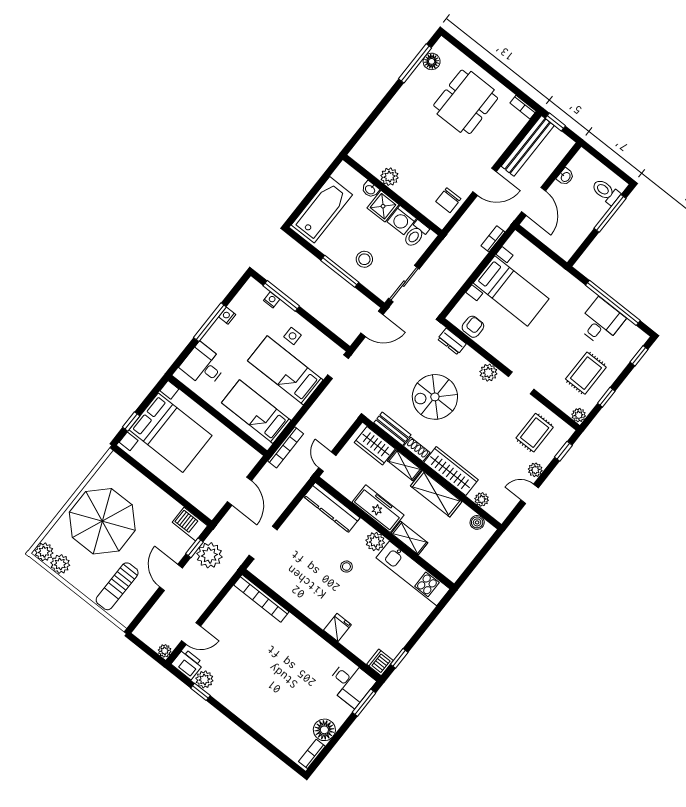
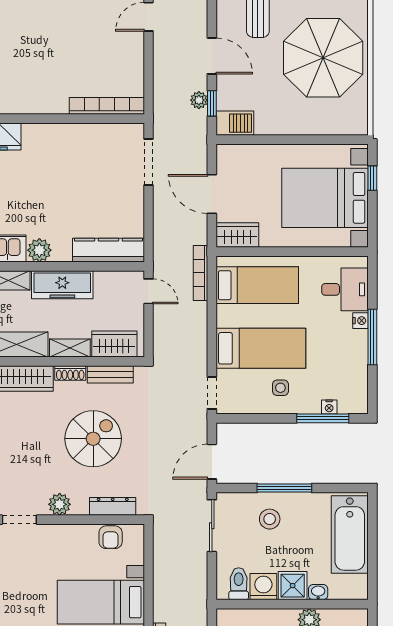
nightstand: (227, 316) -> (360, 321), moved
dresser: (452, 341) -> (113, 506), width x1.44
wardrobe: (244, 453) -> (237, 235), added
plant: (209, 555) -> (199, 100), width x0.53, depth x0.53
stool: (346, 567) -> (48, 203), removed

